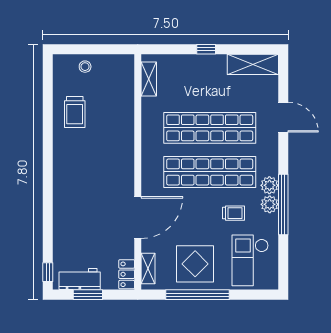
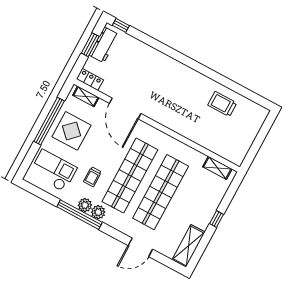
stool: (85, 67) -> (250, 128), removed

